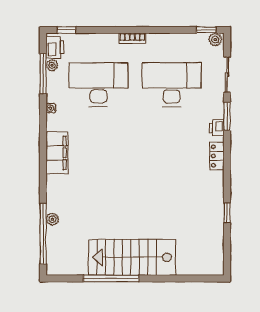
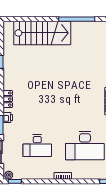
desk: (172, 85) -> (37, 146), width x0.73, depth x0.77
stairs: (132, 257) -> (42, 33), moved

